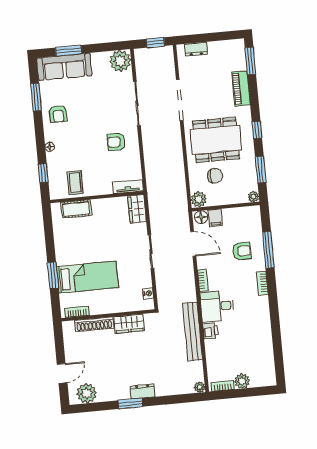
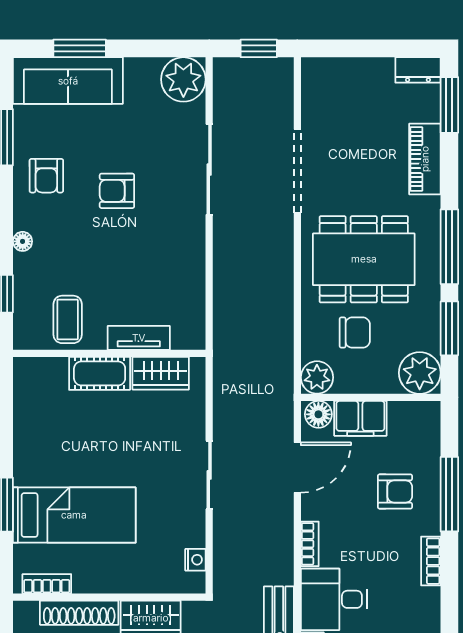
dresser: (196, 49) -> (418, 70), moved
window: (257, 130) -> (449, 247), width x2.17
armchair: (116, 142) -> (117, 191), moved
tv unit: (128, 187) -> (139, 338), moved
plant: (253, 197) -> (420, 373), width x1.88, depth x1.88
cot: (76, 209) -> (100, 373), moved
wardrobe: (137, 209) -> (161, 373), moved, turned -90
filing cabinet: (215, 218) -> (360, 418), width x2.00
door: (193, 244) -> (297, 468), hinge flipped

